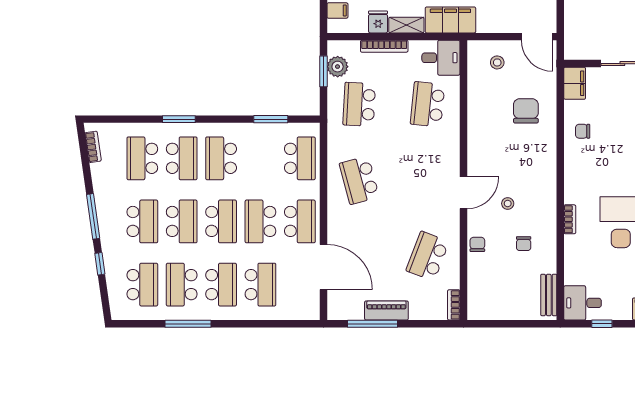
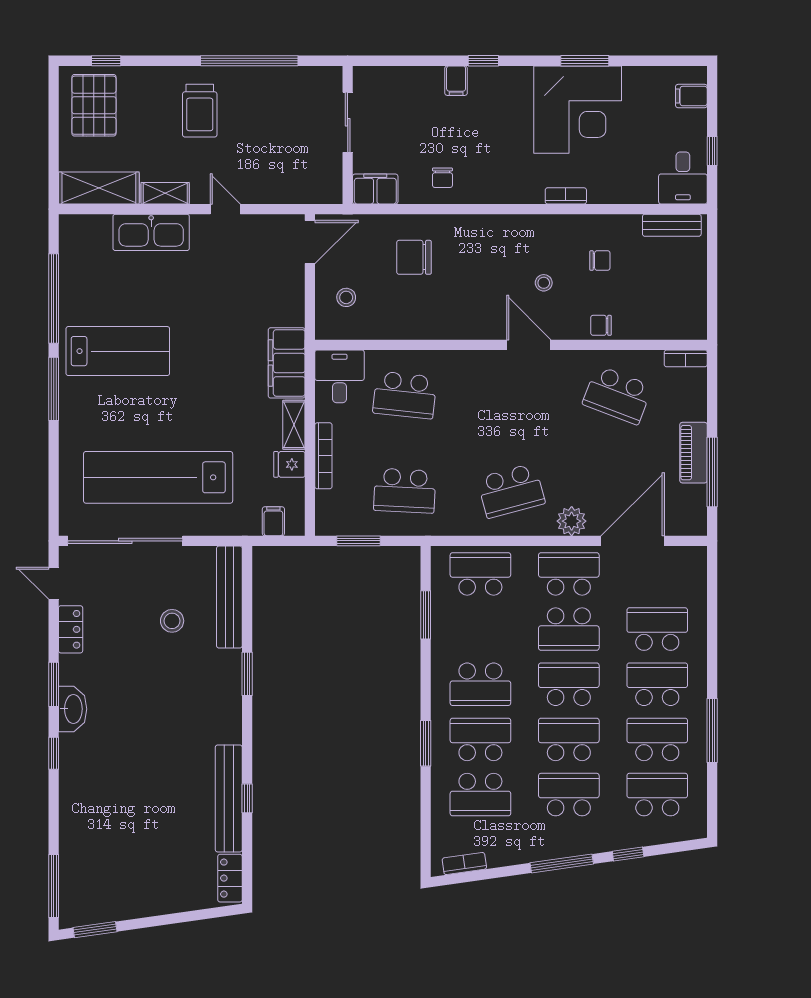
plant: (338, 67) -> (572, 521), moved
school desk: (182, 285) -> (657, 739), turned 180

